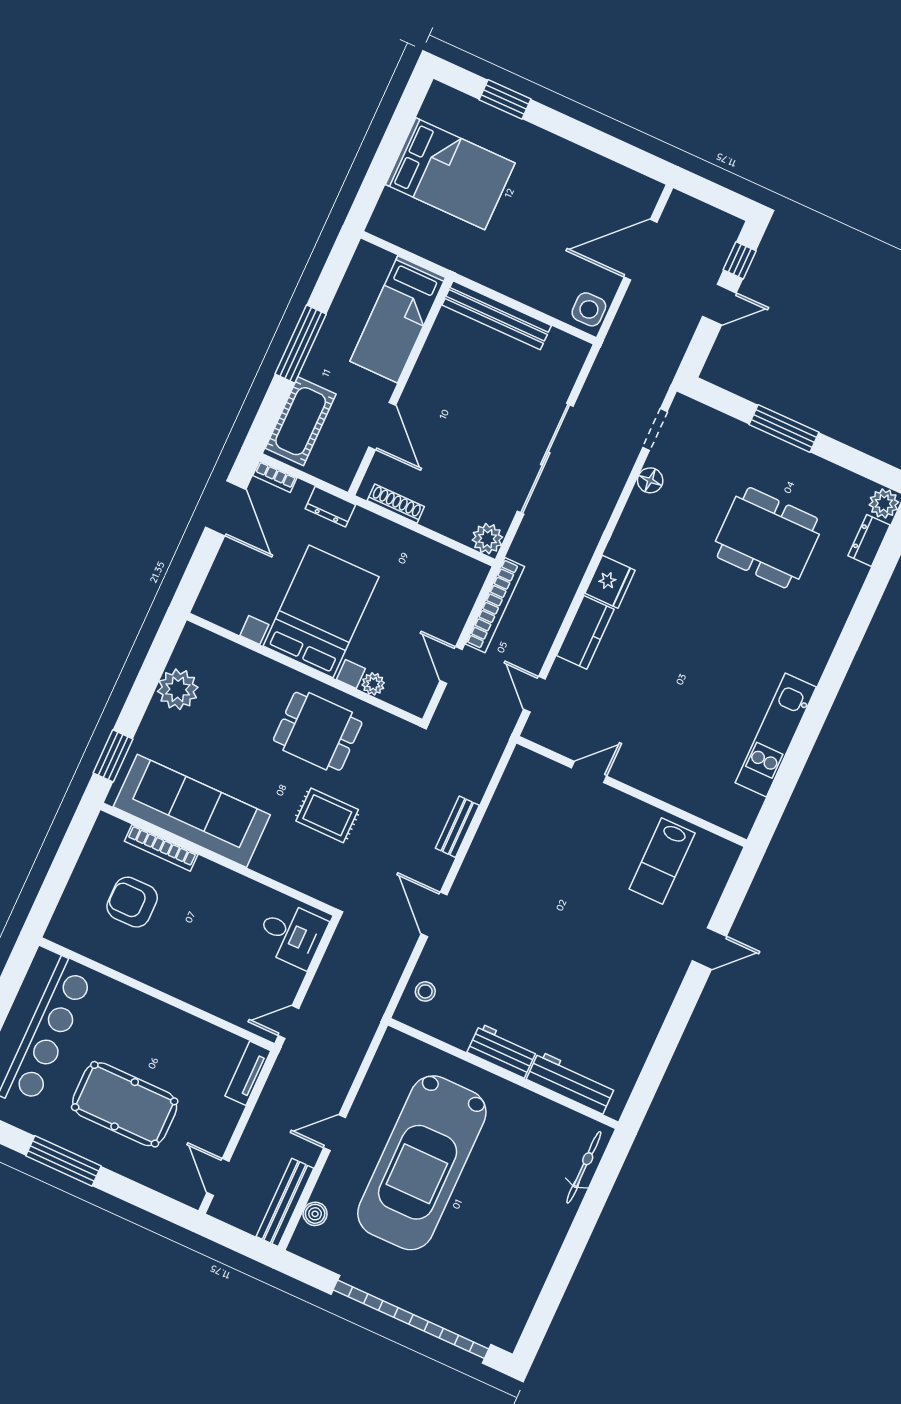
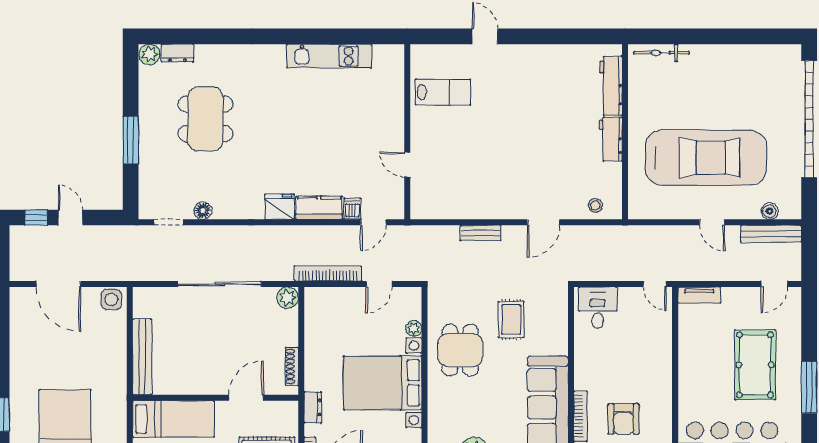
dishwasher: (564, 675) -> (352, 209), added

